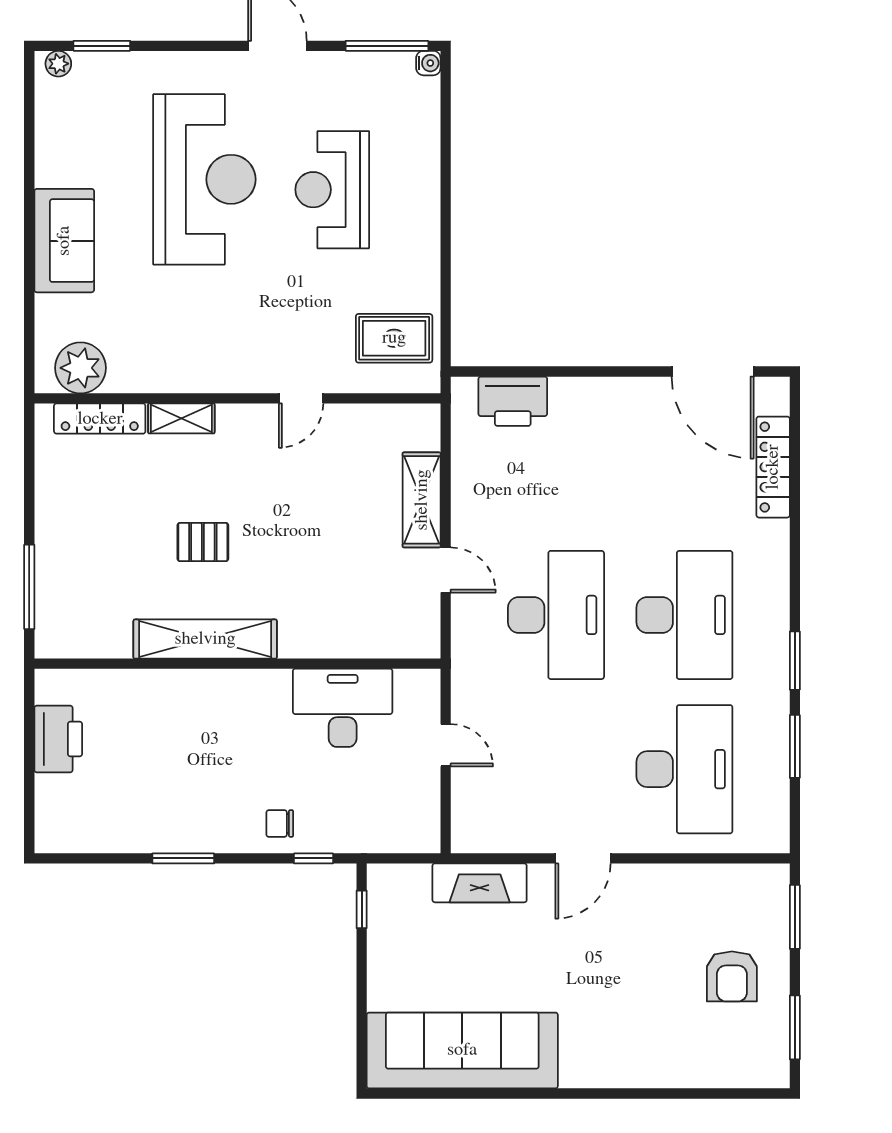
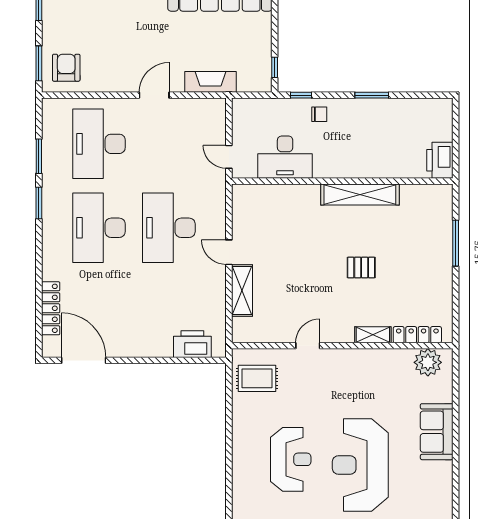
shelving: (205, 639) -> (360, 195), moved
wall: (237, 664) -> (342, 181), moved
desk: (343, 708) -> (285, 157), moved
armchair: (732, 976) -> (66, 68), moved

